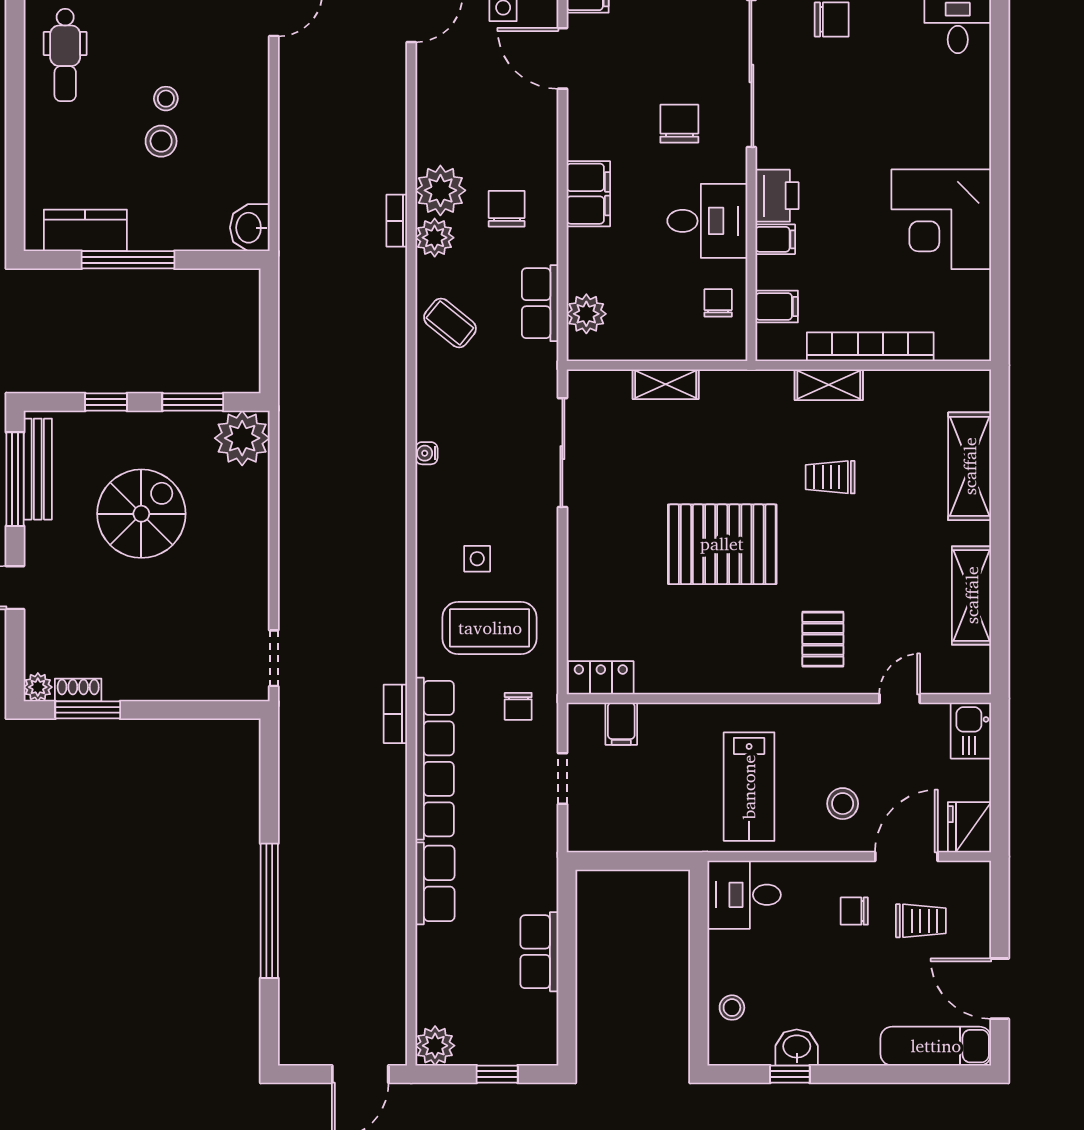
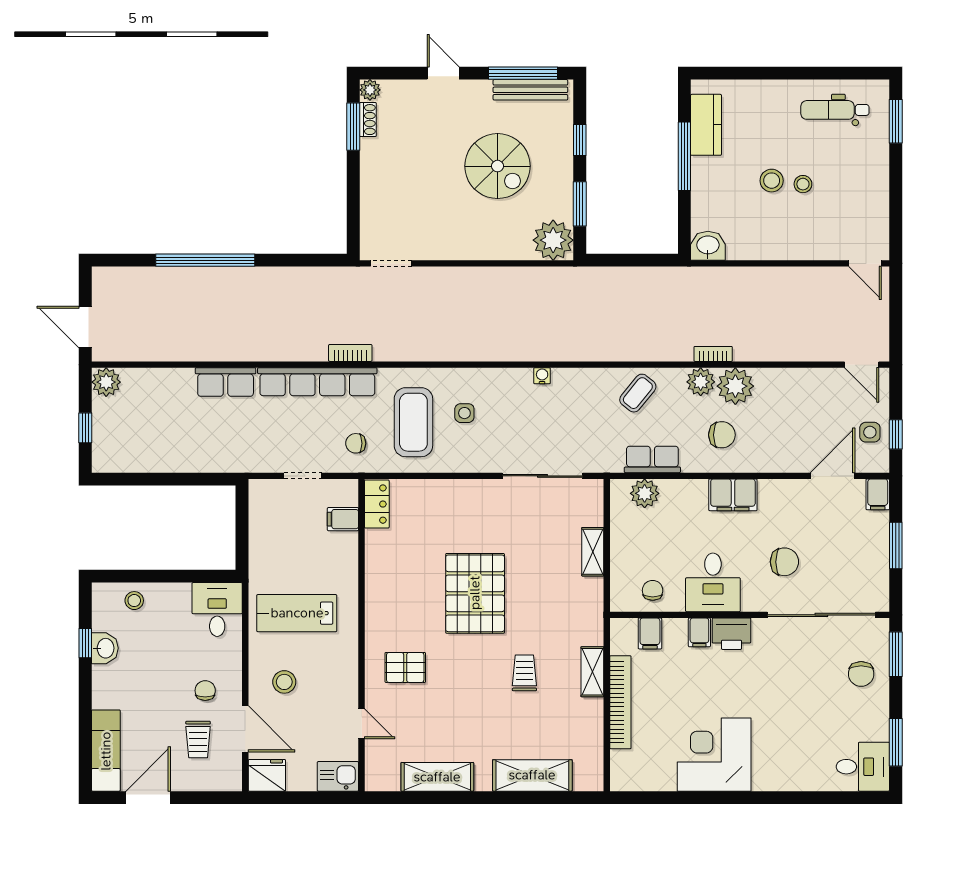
chair: (718, 303) -> (653, 590), turned -90
row of seats: (539, 952) -> (175, 459), removed

